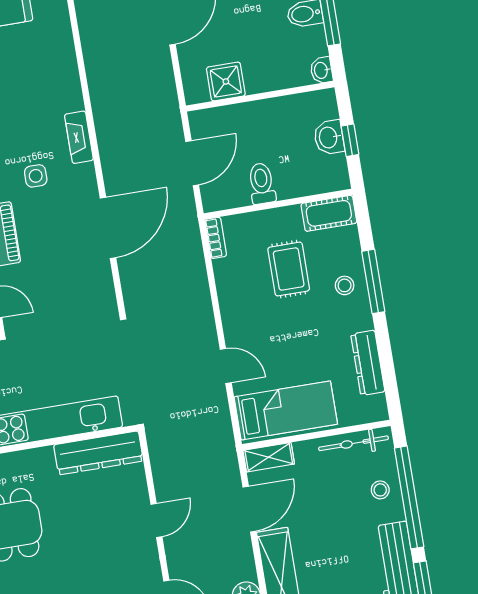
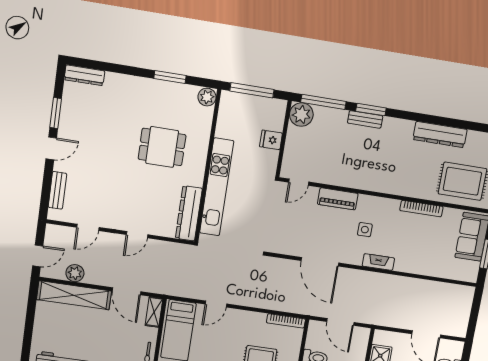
bookcase: (216, 238) -> (286, 321), width x1.56
door: (156, 521) -> (137, 235), hinge flipped

